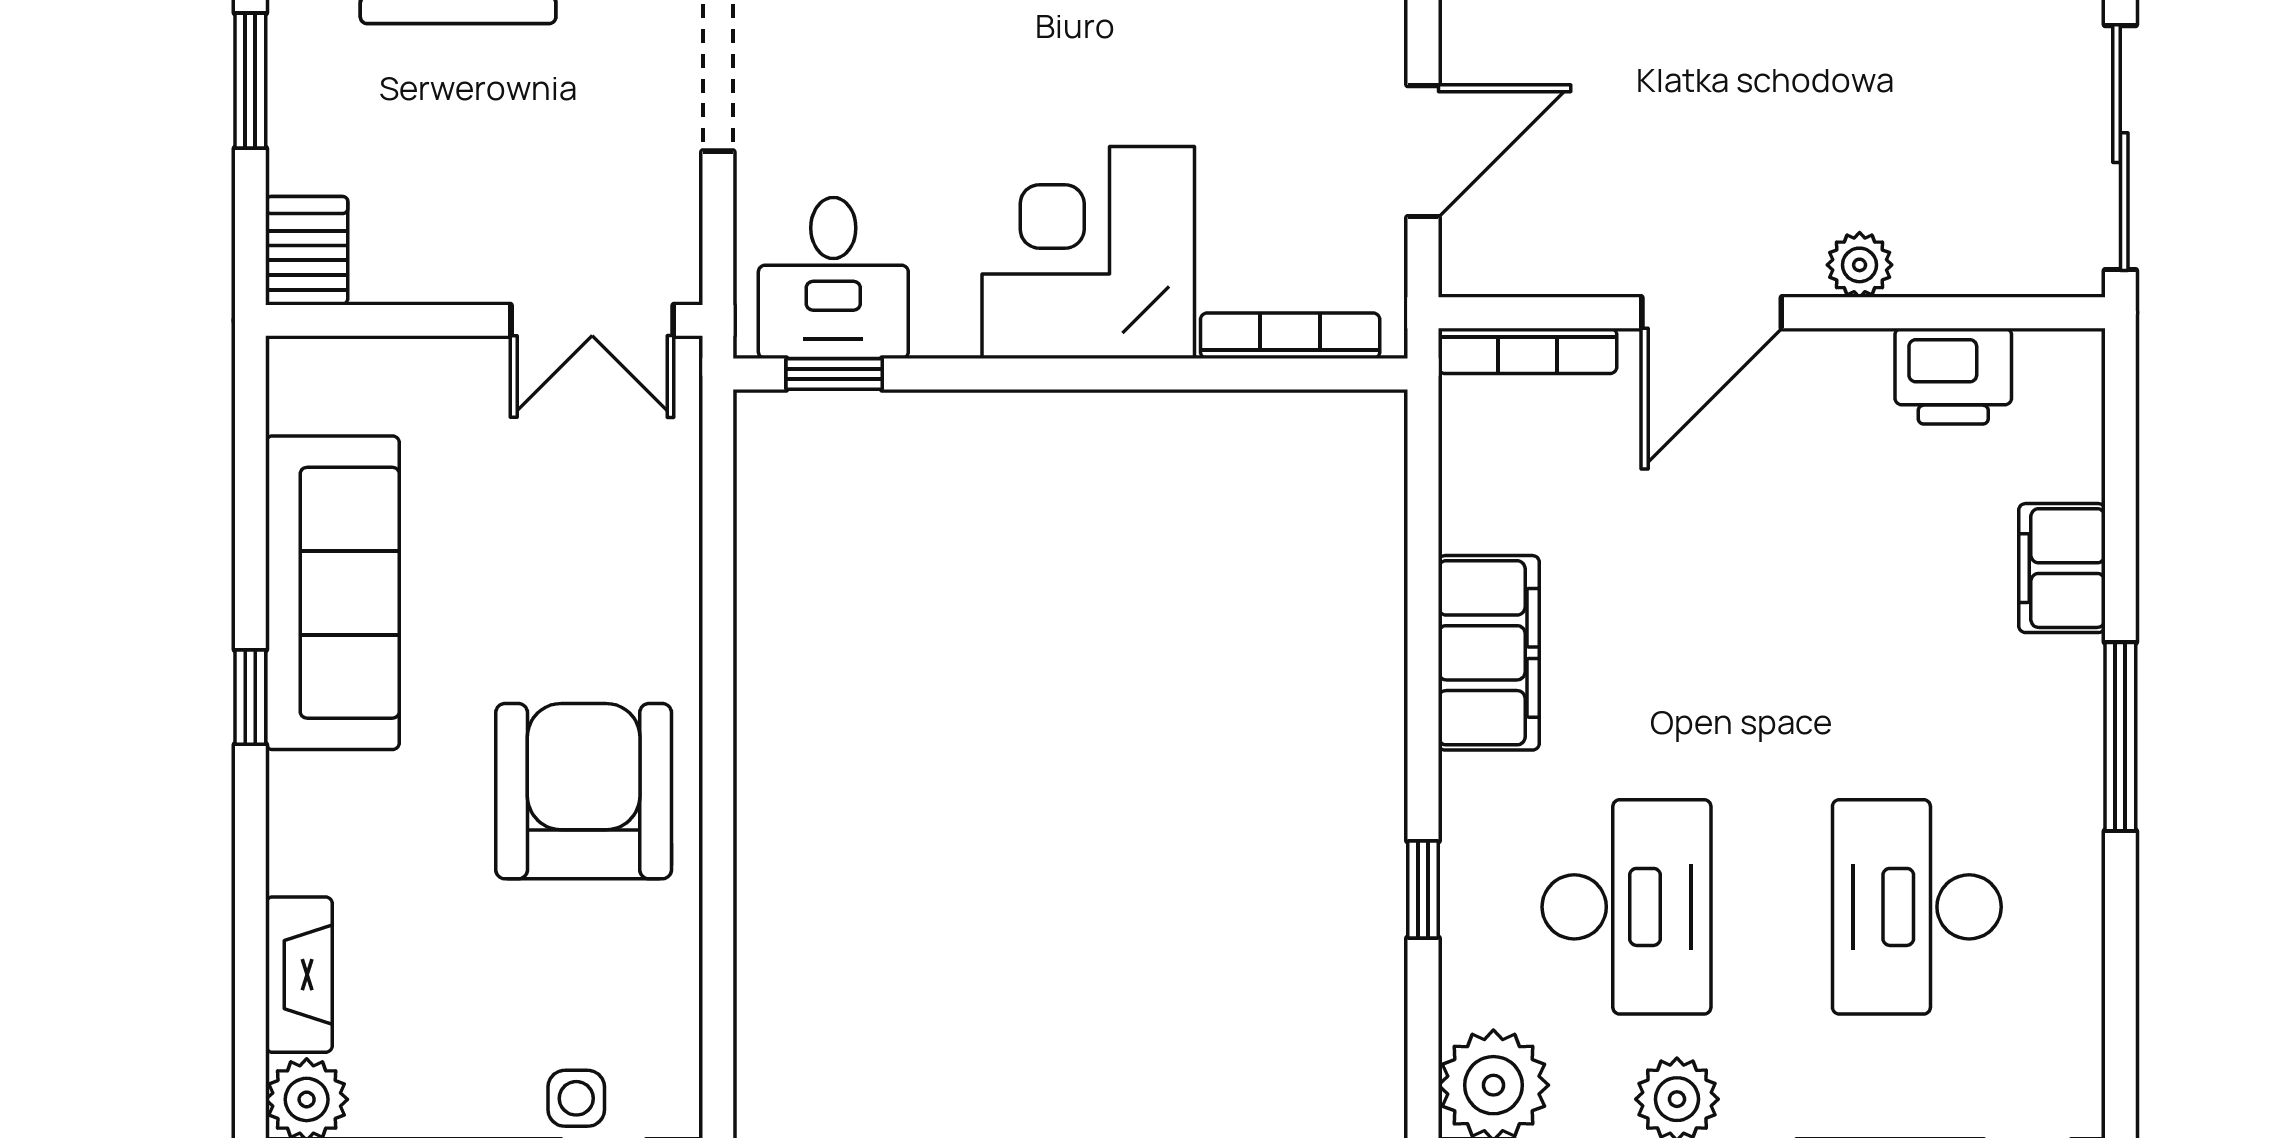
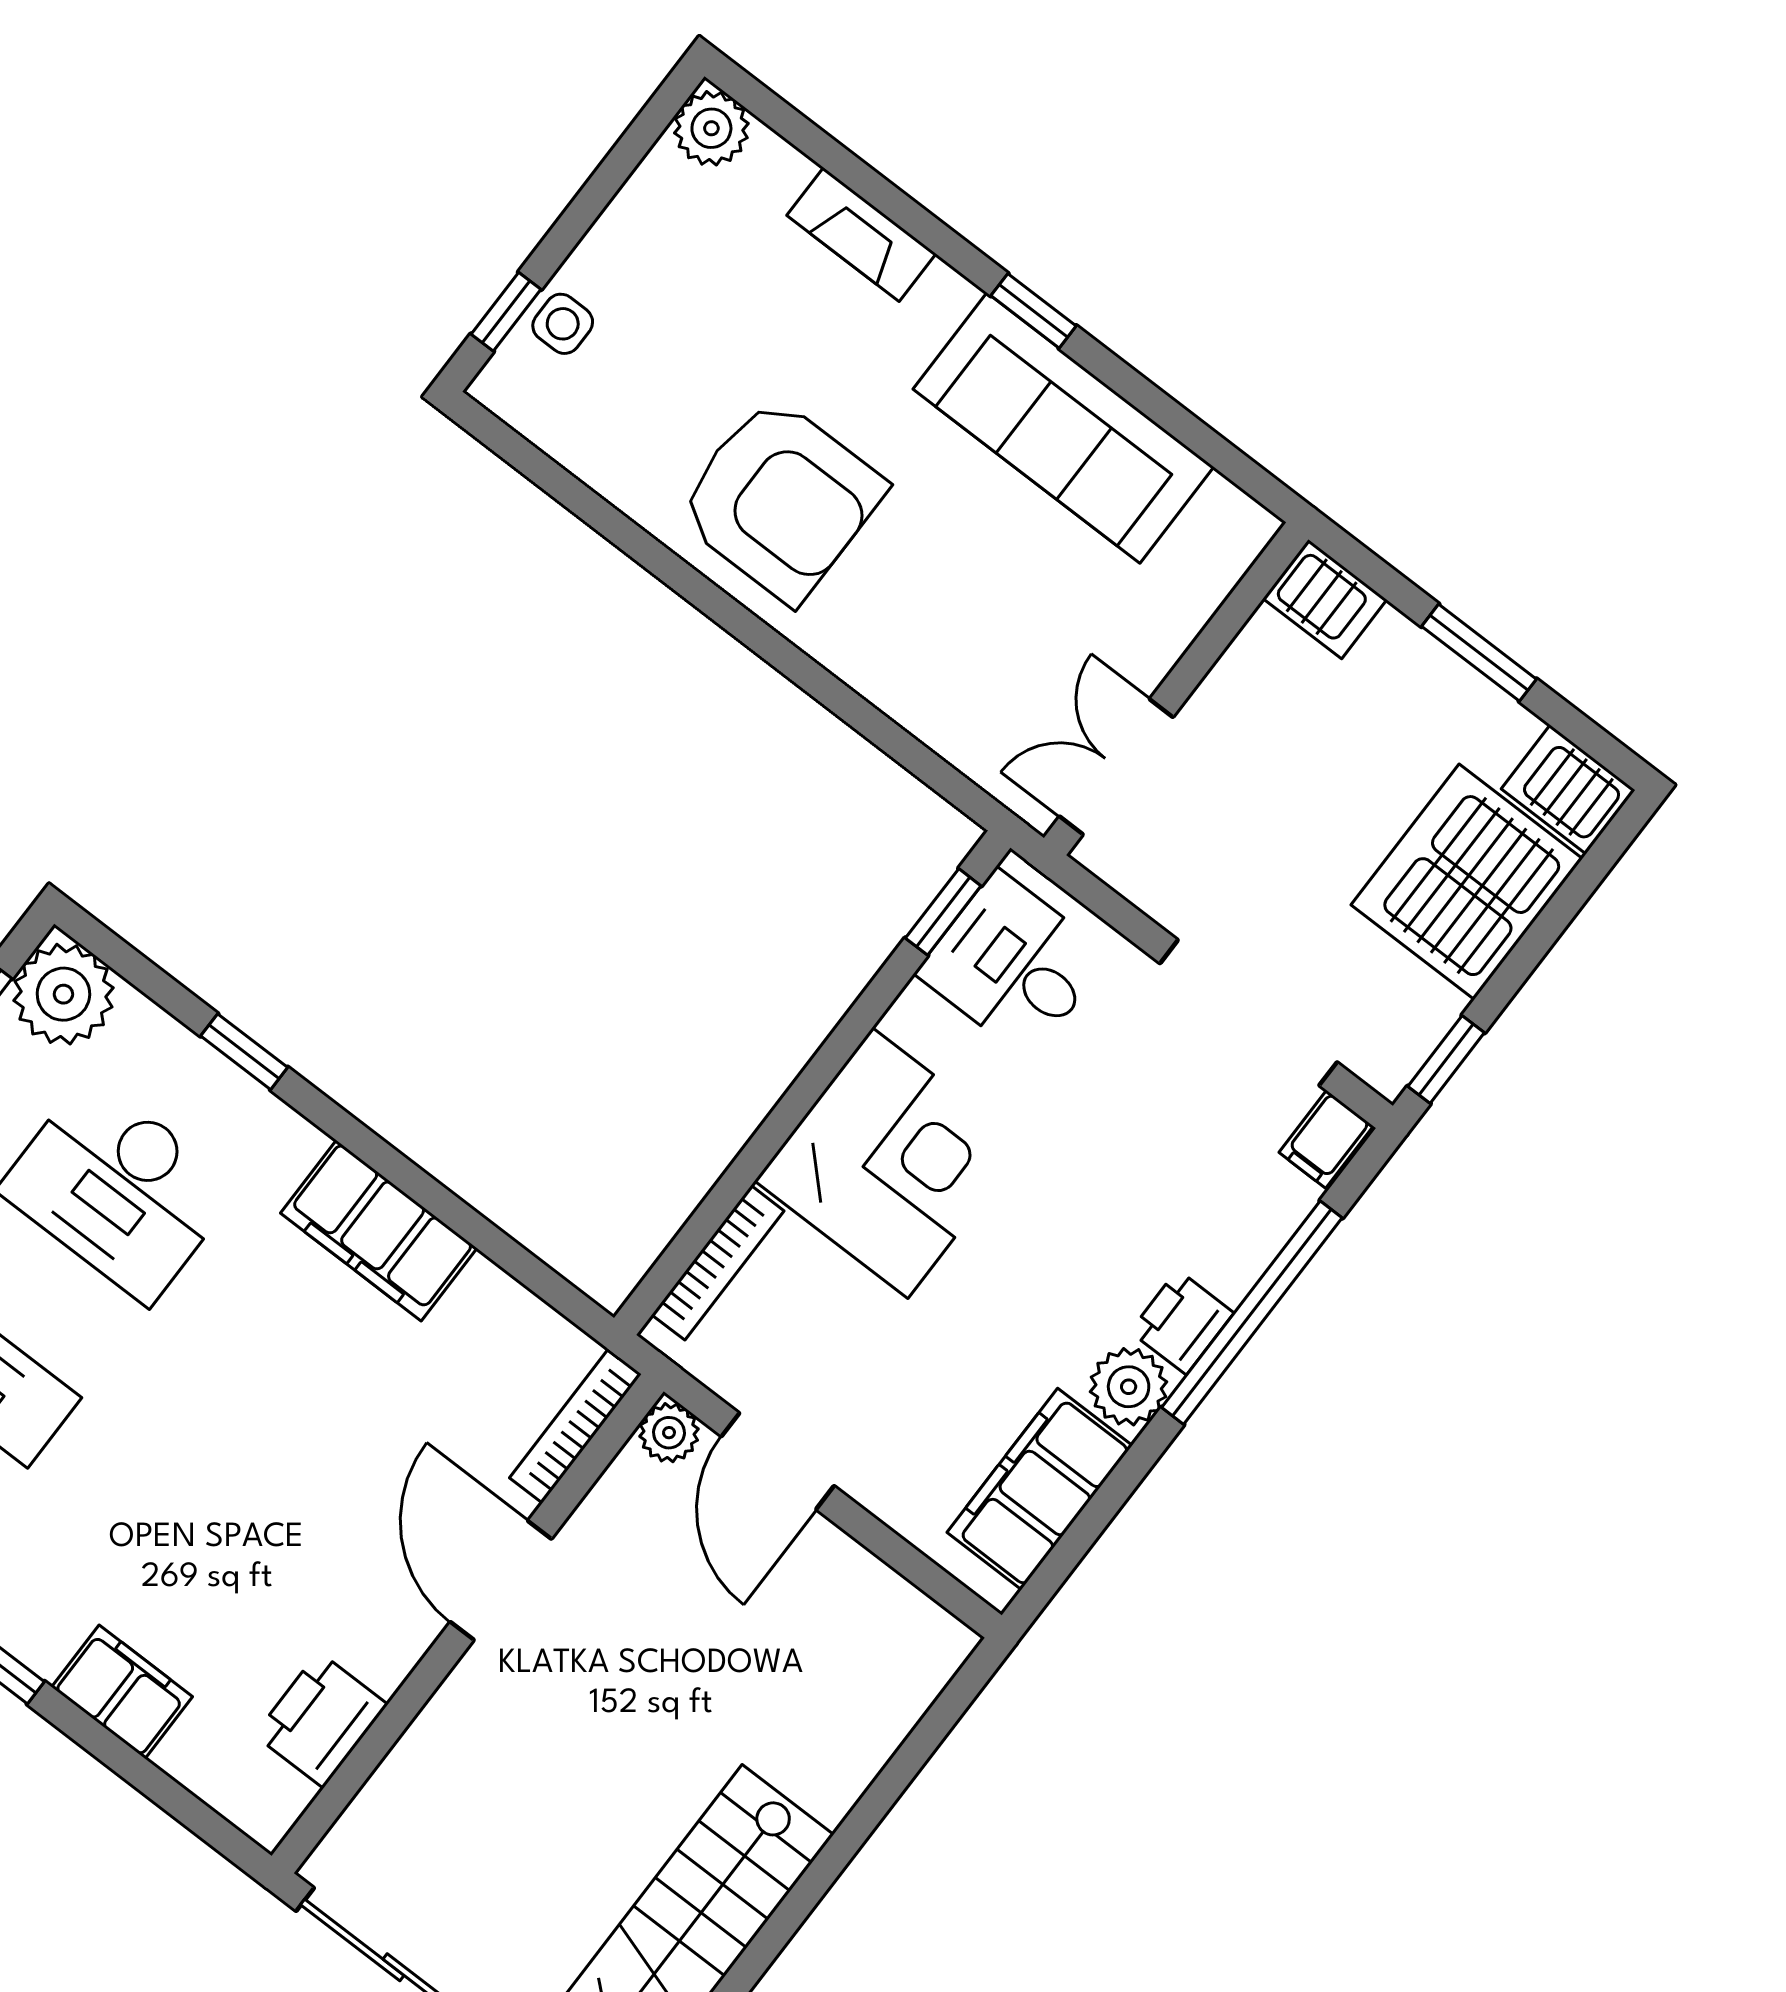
plant: (1860, 265) -> (669, 1433), moved
fireplace: (299, 975) -> (861, 235), moved

